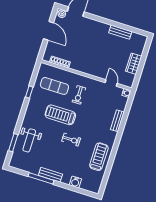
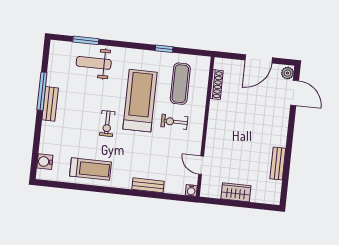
door: (111, 83) -> (201, 165), swing flipped
treadmill: (60, 115) -> (140, 101), width x1.37, depth x1.38
water cooler: (75, 182) -> (45, 162), moved

